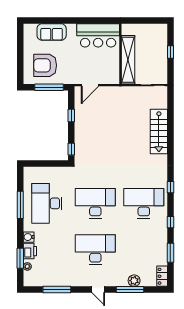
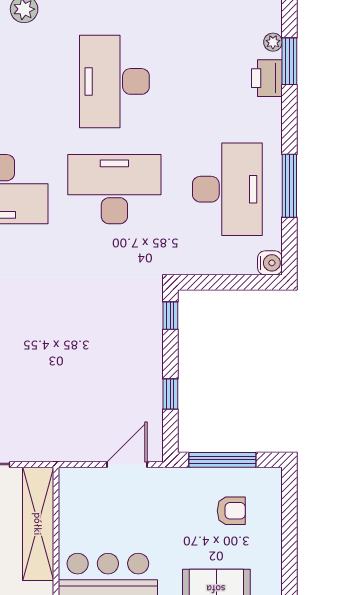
armchair: (45, 65) -> (231, 511), width x0.53, depth x0.53
desk: (95, 203) -> (114, 189), turned 180
water cooler: (29, 237) -> (270, 263), moved
desk: (95, 250) -> (114, 81), turned 90

